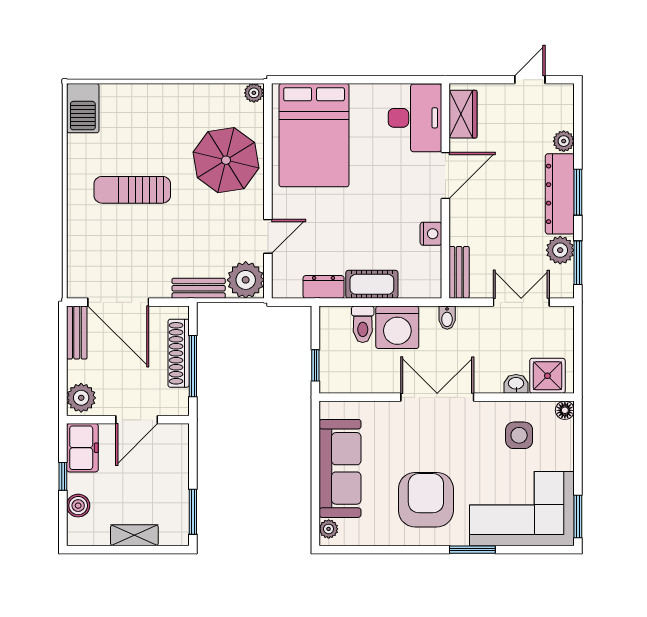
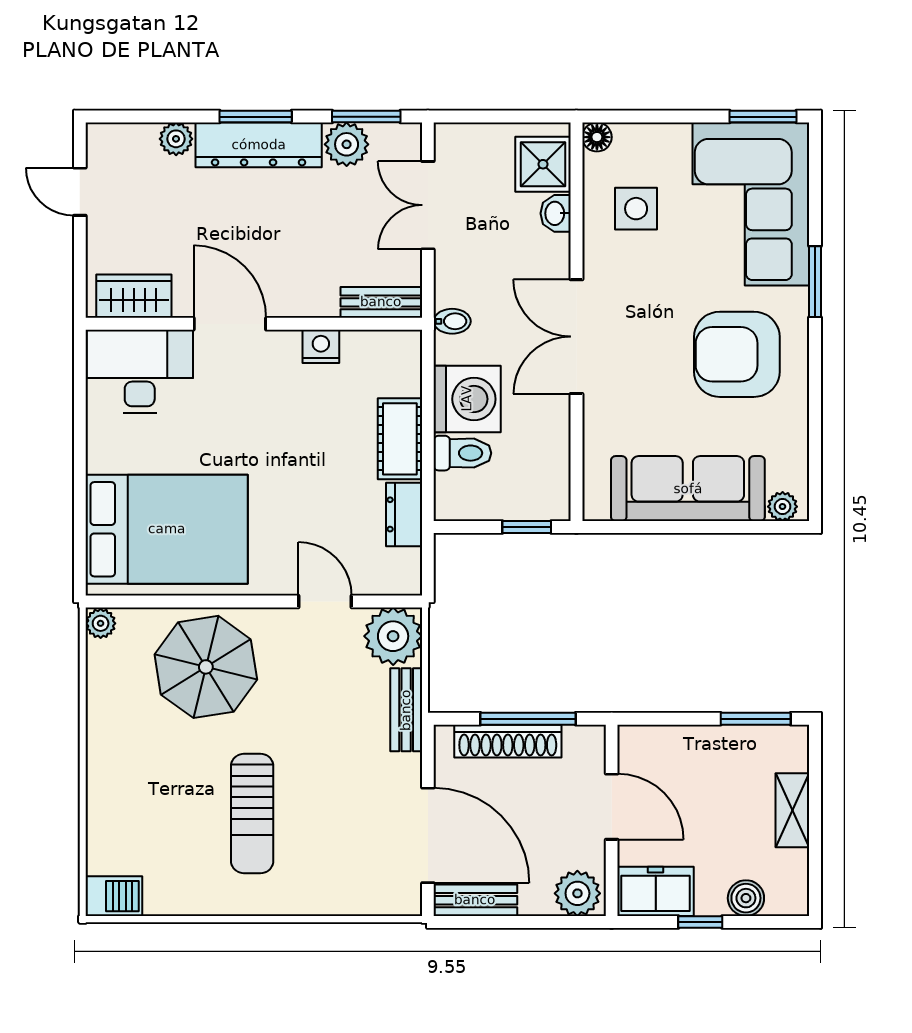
barbecue: (83, 108) -> (114, 896), width x0.73, depth x0.79
door: (118, 302) -> (428, 835), hinge flipped

